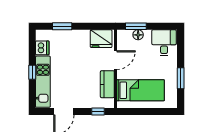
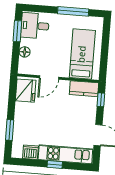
window: (136, 26) -> (17, 31), moved
door: (115, 60) -> (49, 77), swing flipped
window: (181, 78) -> (73, 11), width x1.44
kitchen counter: (107, 84) -> (84, 89), moved

